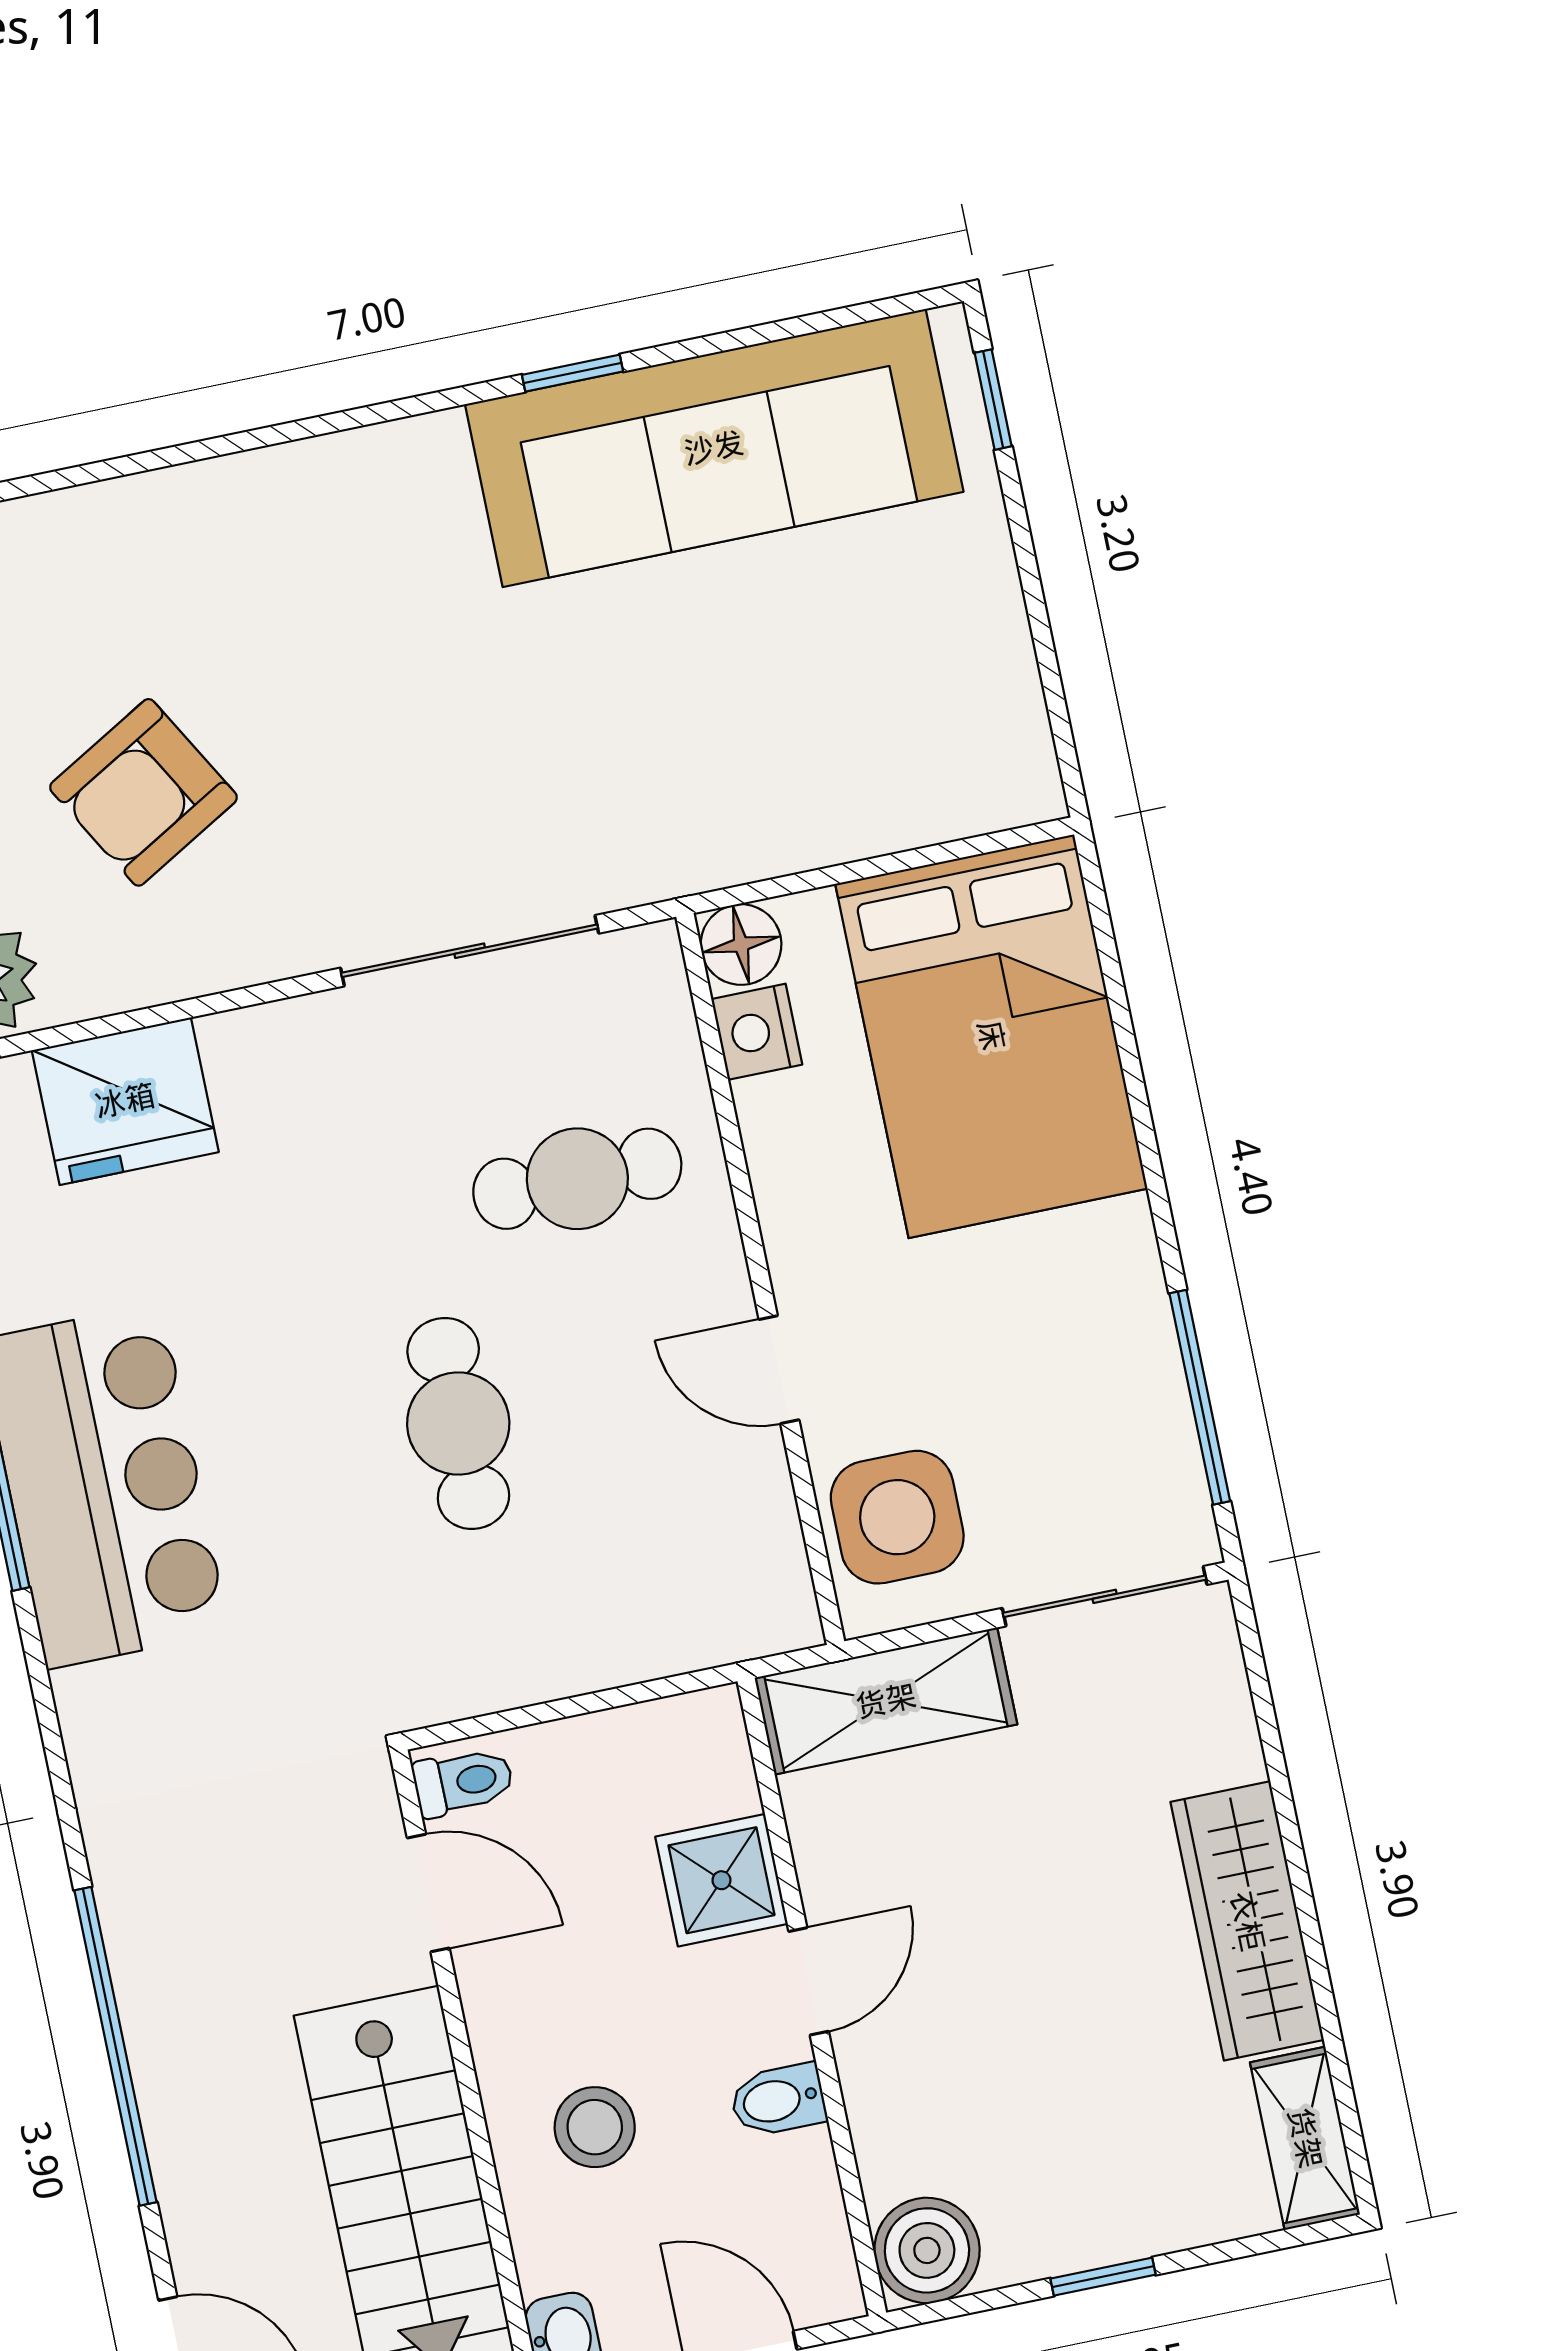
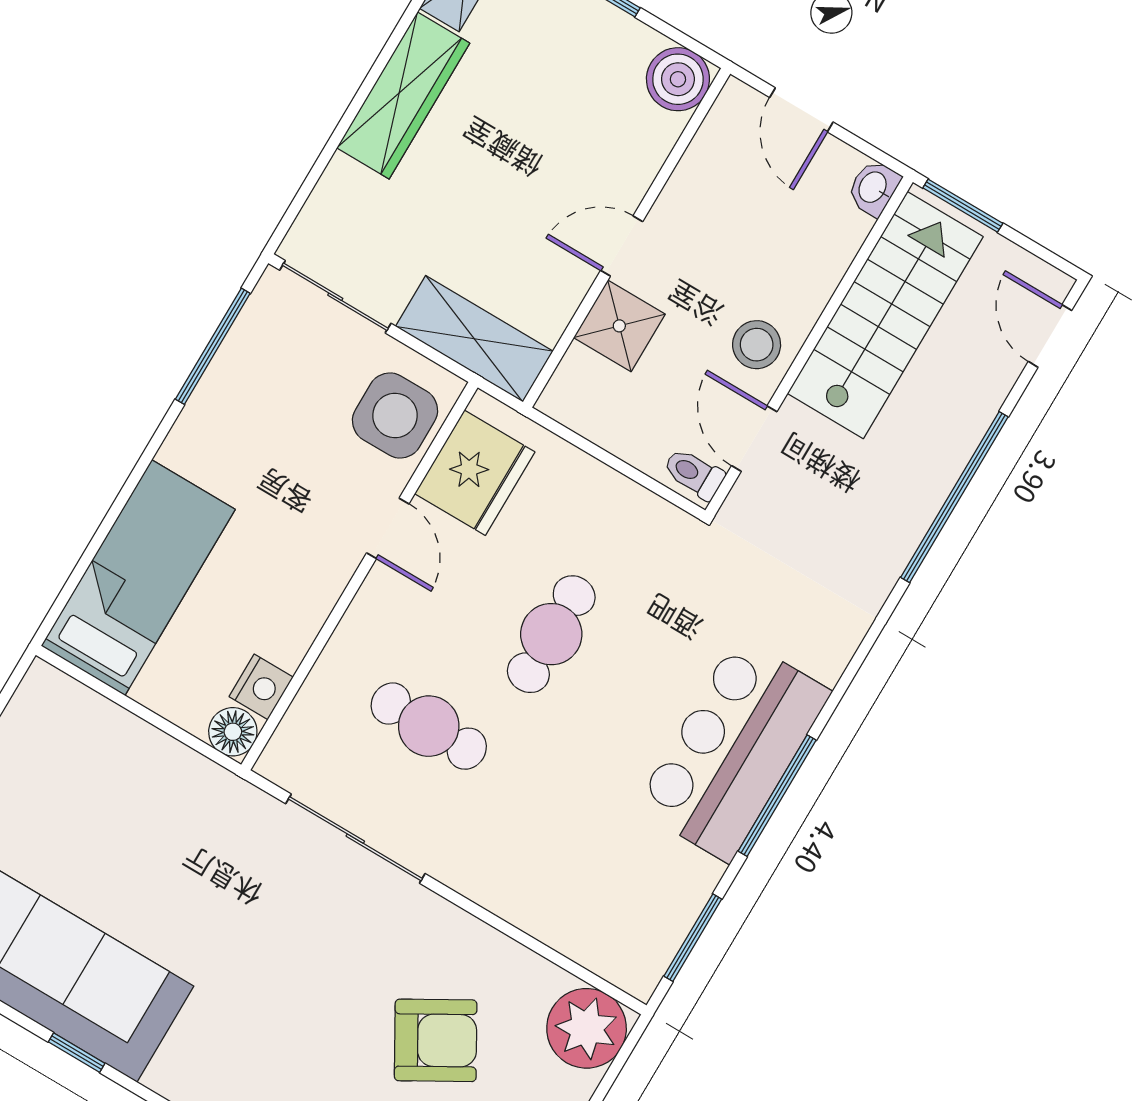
bed: (991, 1036) -> (138, 578), width x0.67
fridge: (125, 1101) -> (475, 473), moved, turned 90
cafe table: (577, 1179) -> (429, 726), moved
bidet: (778, 2100) -> (683, 206), removed
stool: (595, 2127) -> (757, 345), moved

